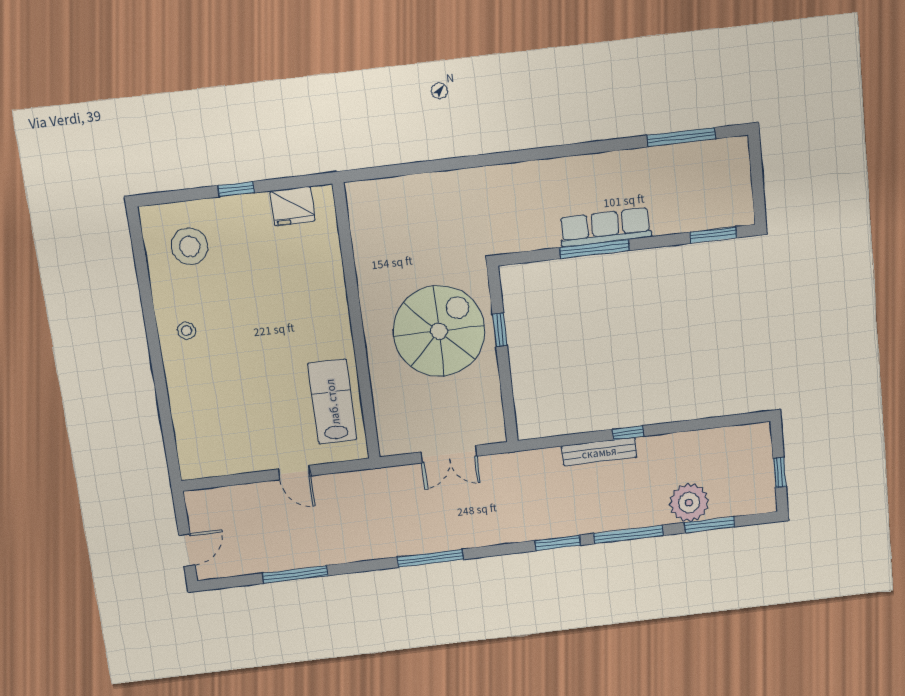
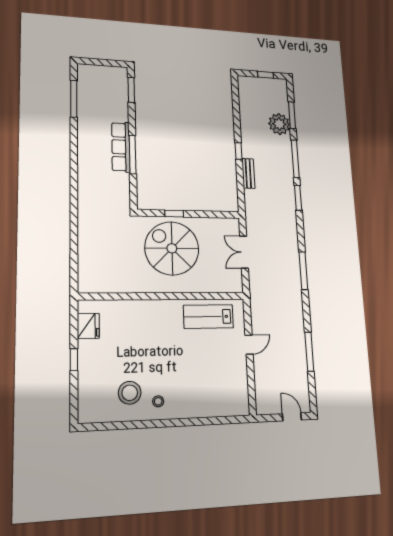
stool: (190, 246) -> (130, 393), moved
bench: (599, 452) -> (248, 173), width x0.73
double door: (449, 454) -> (244, 252), swing flipped

